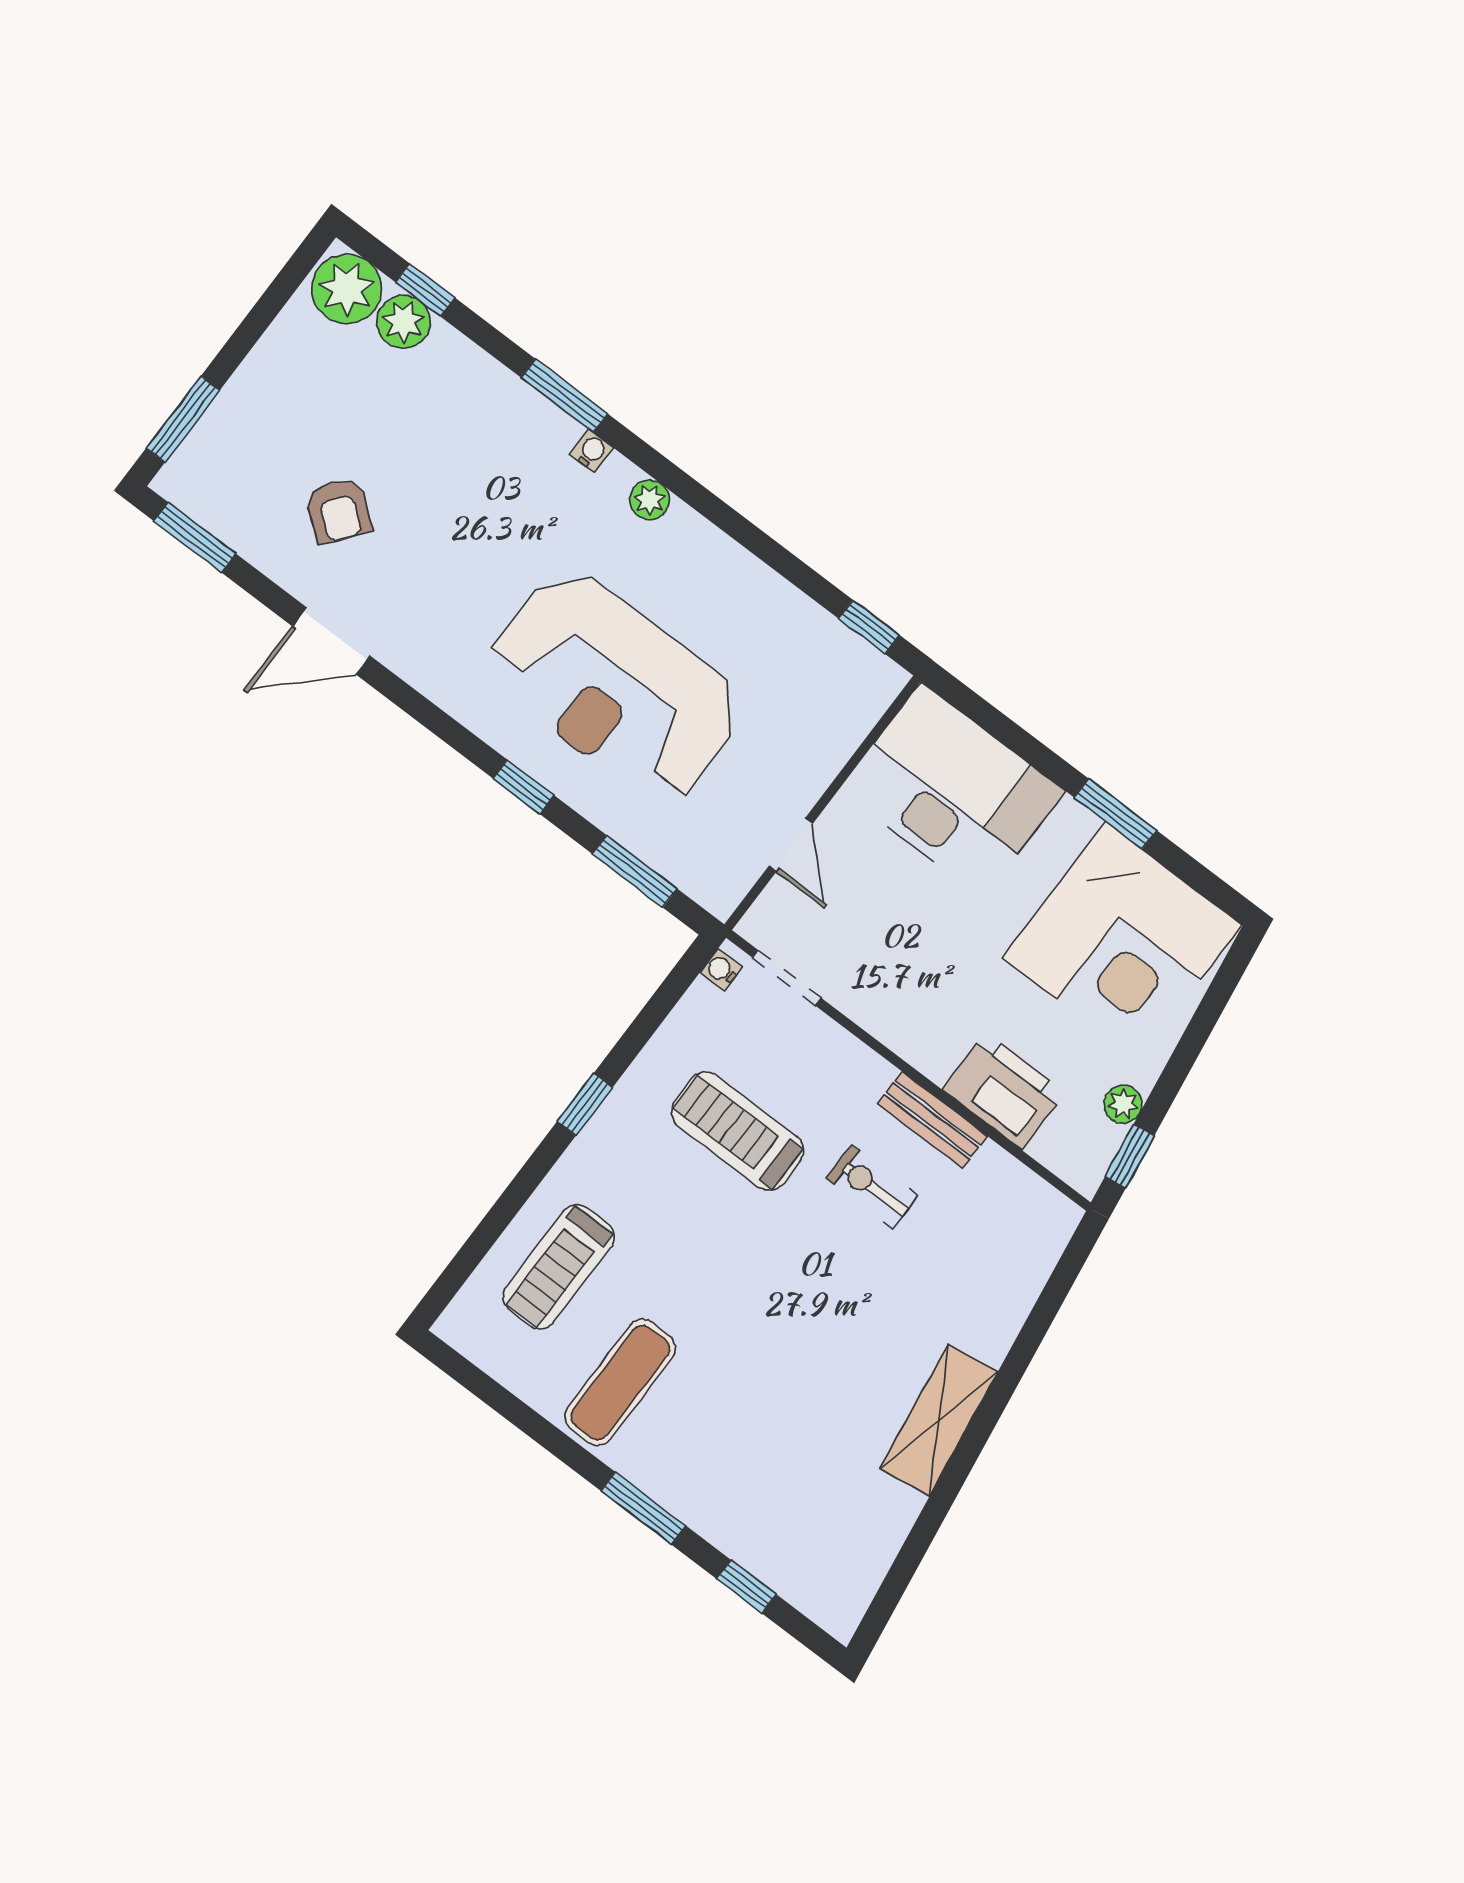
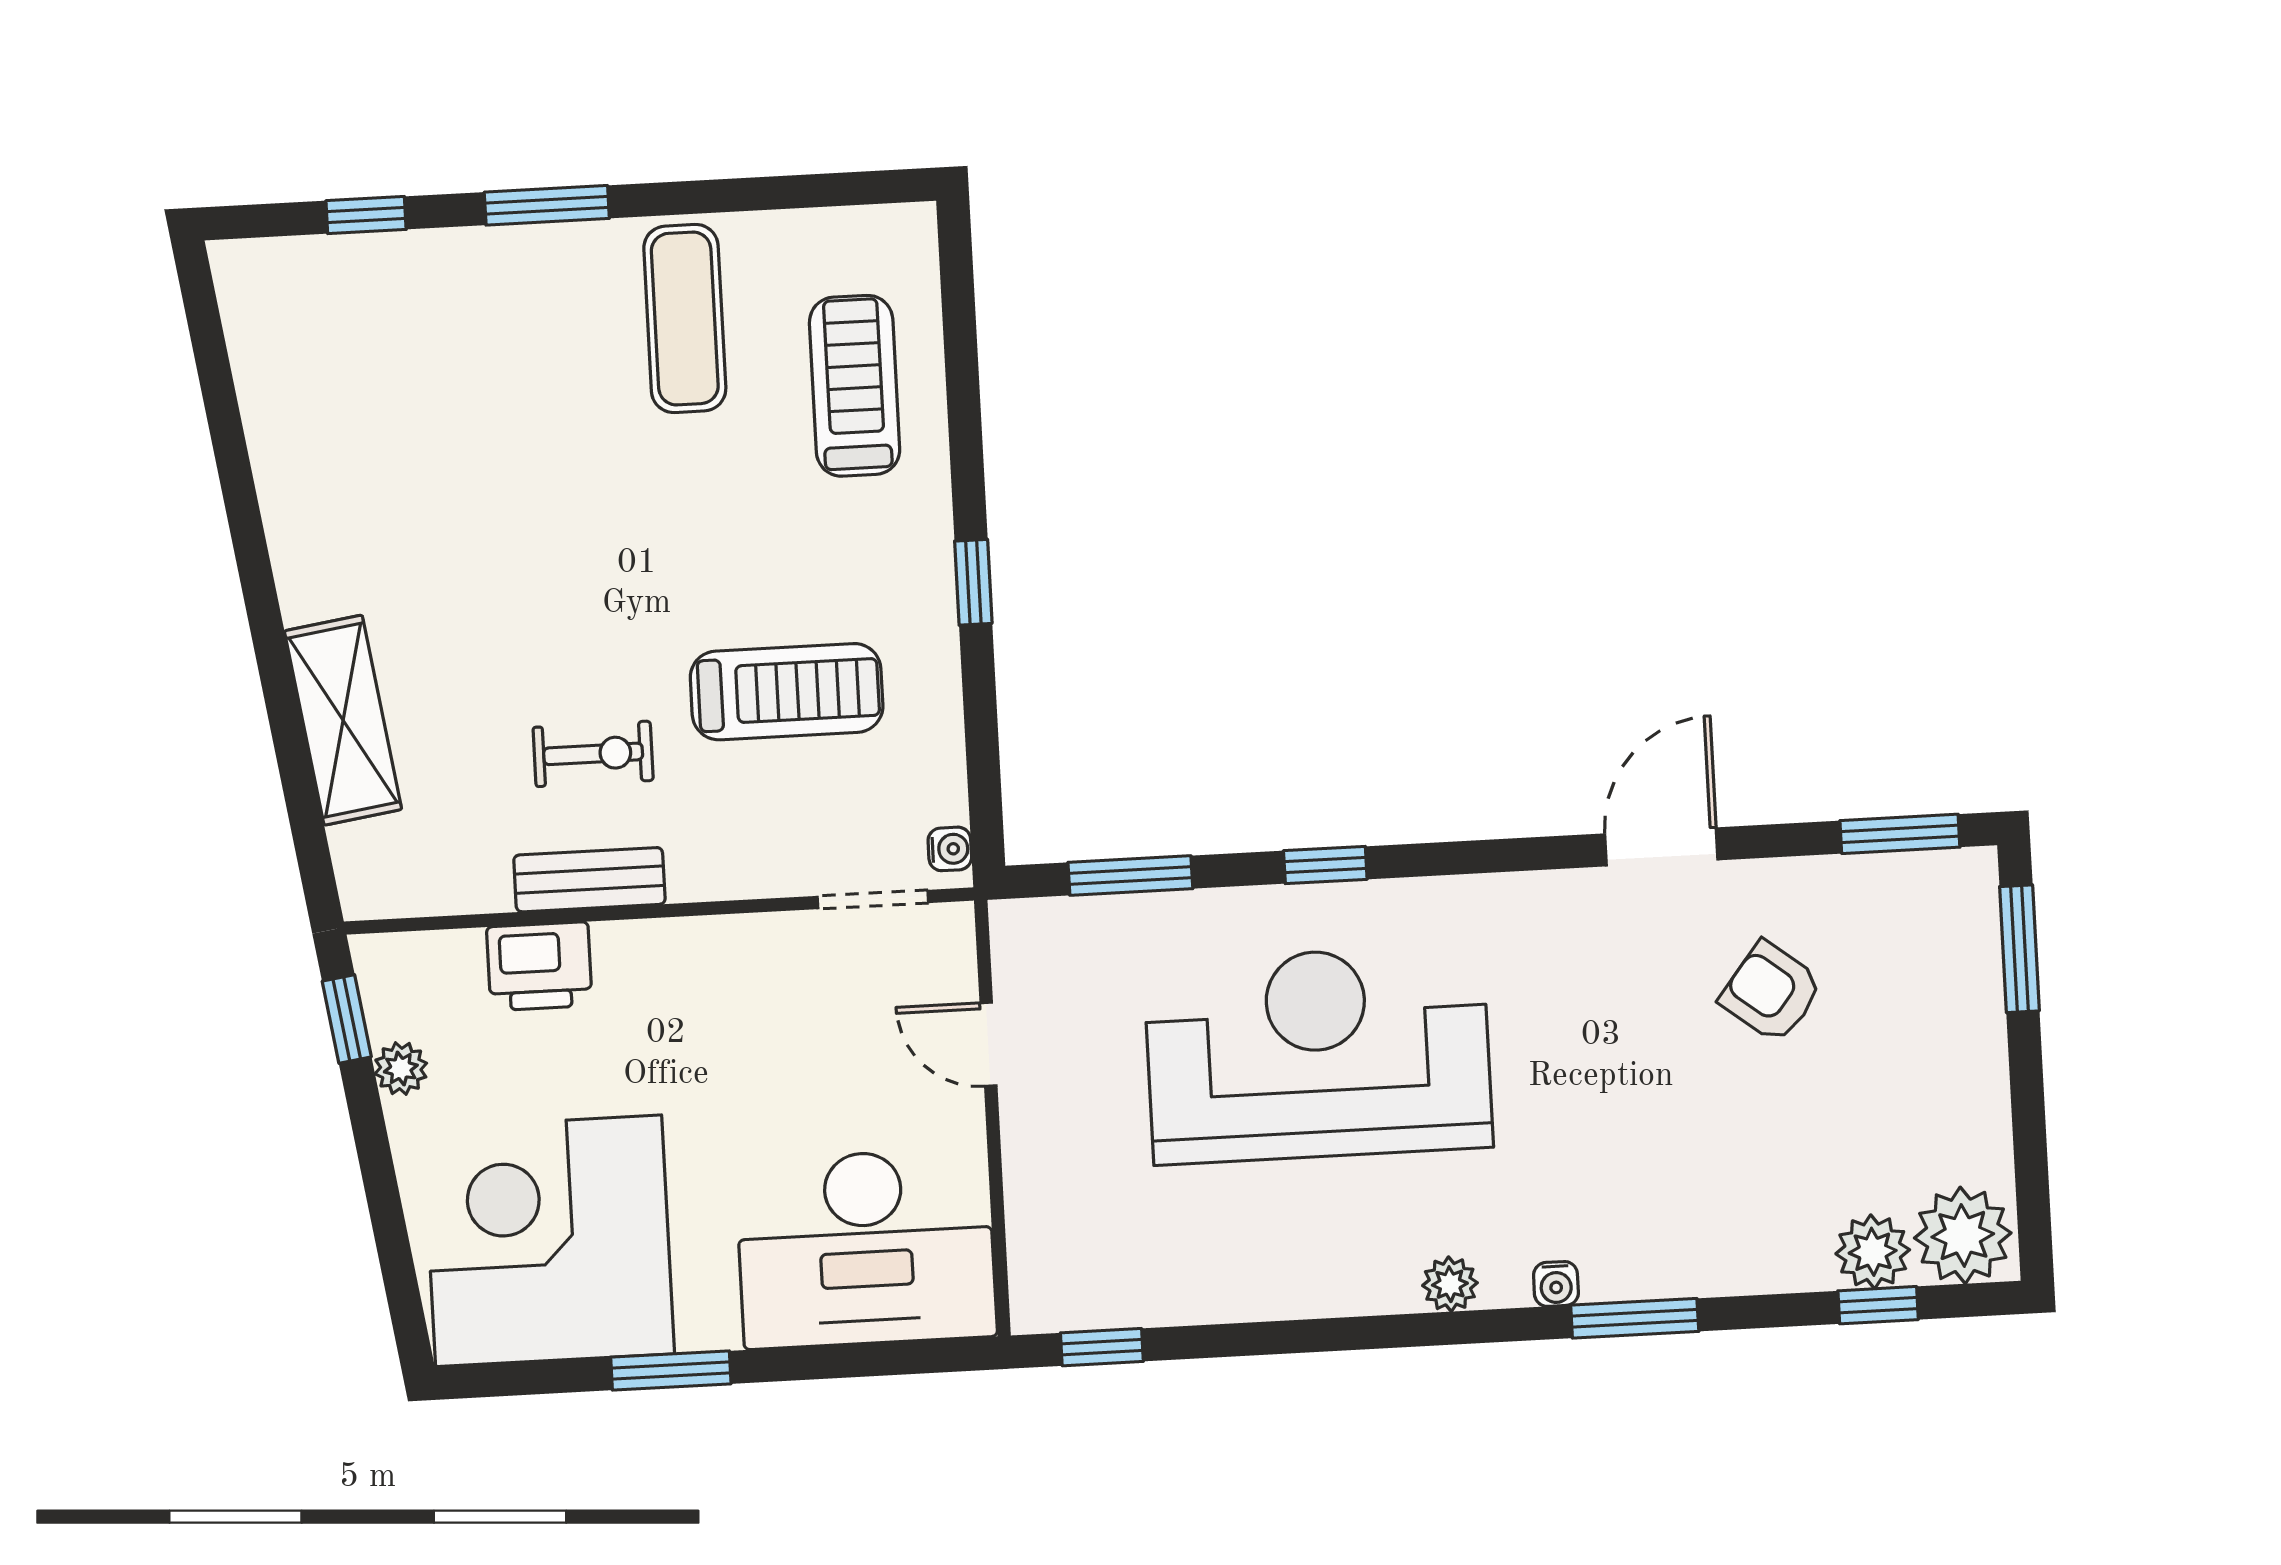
printer: (1003, 1091) -> (539, 966), width x0.73, depth x0.84
shelving: (939, 1420) -> (343, 720), moved

